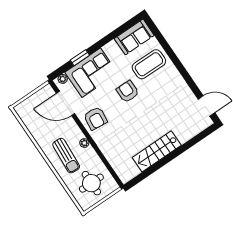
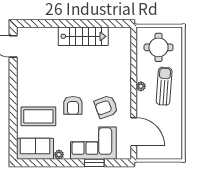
plant: (63, 79) -> (59, 155), moved
armchair: (95, 118) -> (106, 107), moved, turned -116

